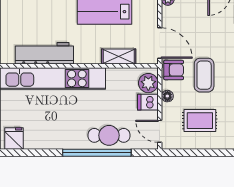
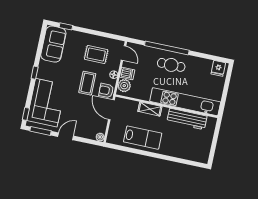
shelving: (119, 56) -> (150, 109), moved
cafe table: (109, 135) -> (171, 65), moved

